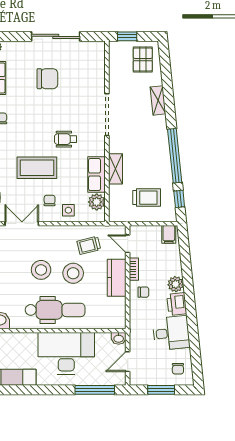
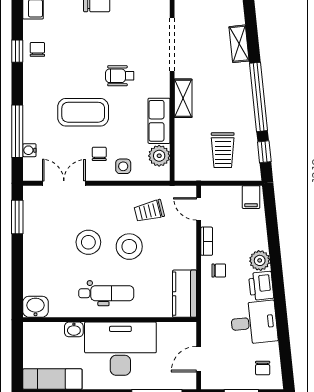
shelving: (158, 100) -> (239, 44), moved
shelving: (115, 169) -> (183, 98), moved
trolley: (147, 198) -> (223, 150), turned 90
kitchen counter: (117, 278) -> (185, 294), moved
dental chair: (55, 310) -> (106, 293), width x0.73, depth x0.72
washbasin: (119, 338) -> (74, 329), moved

